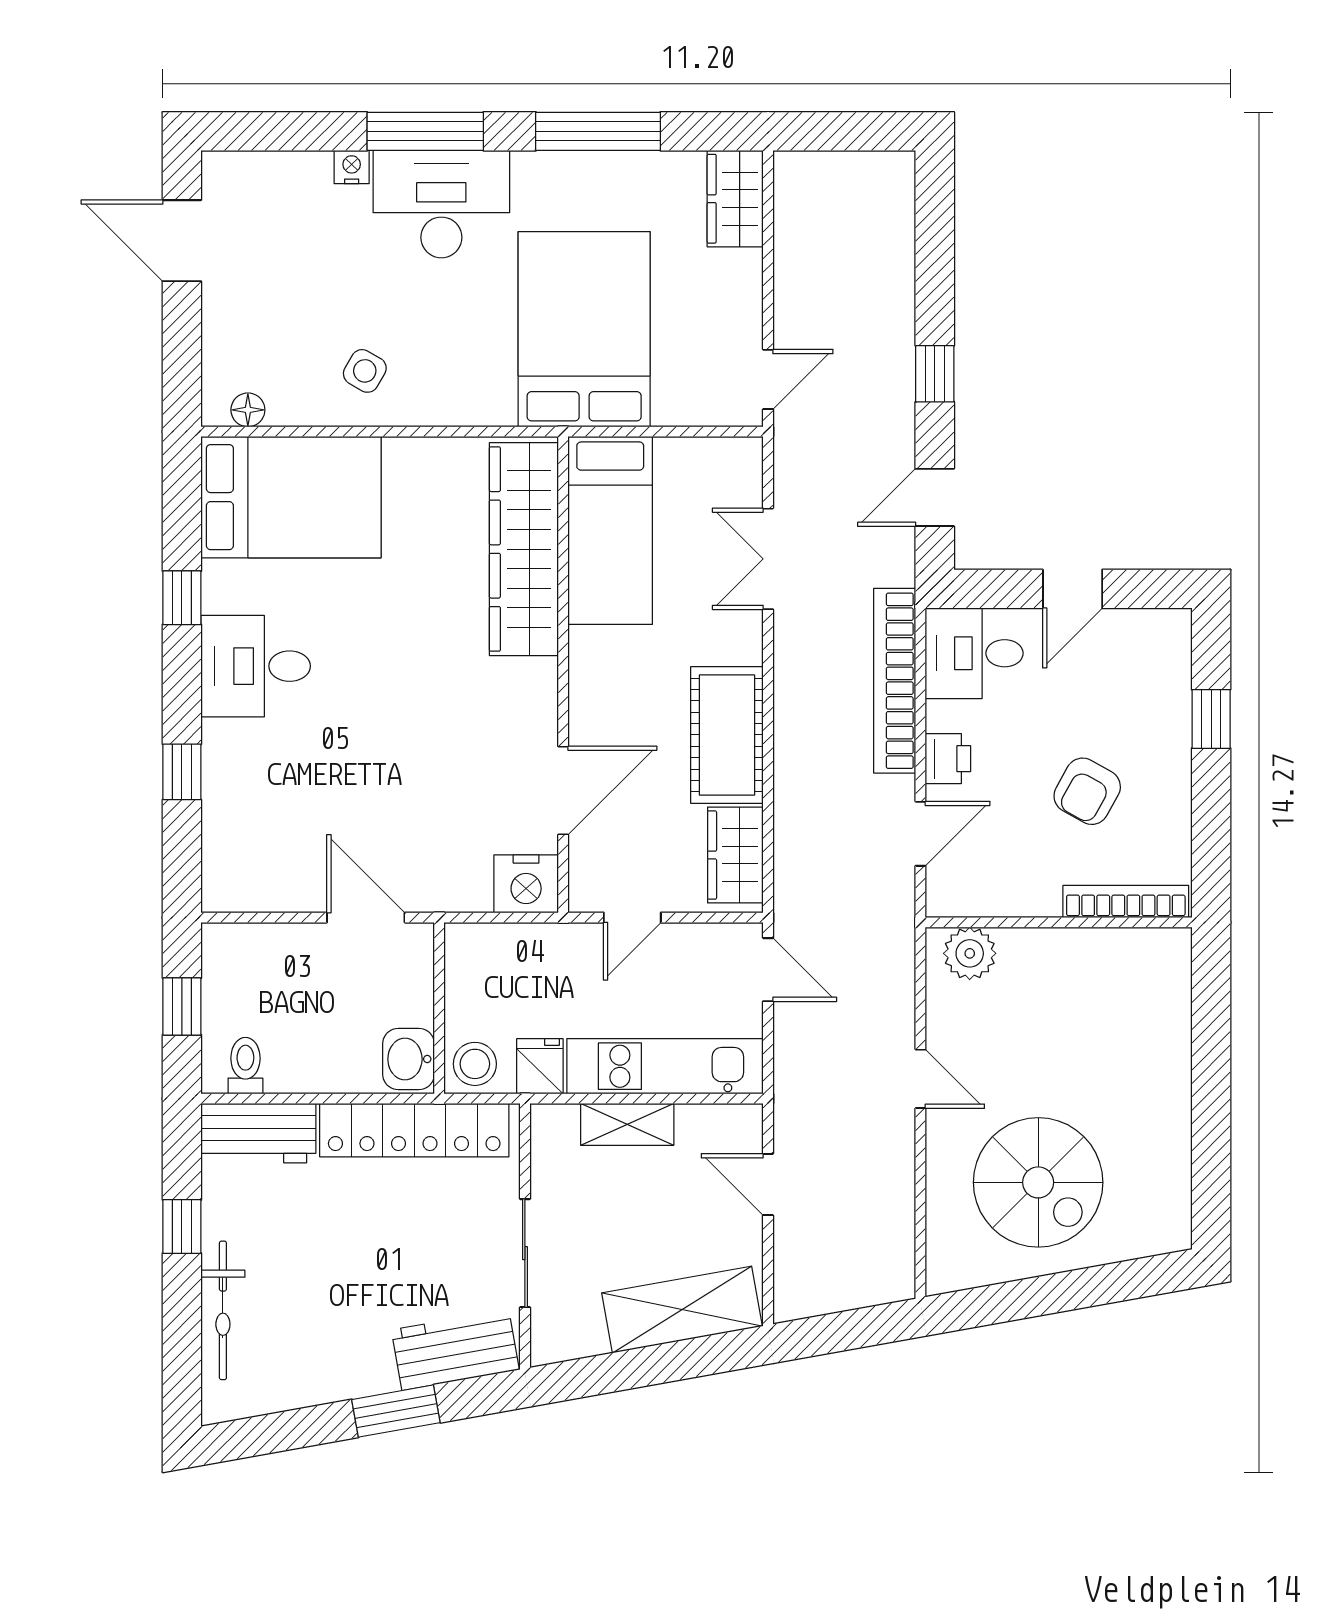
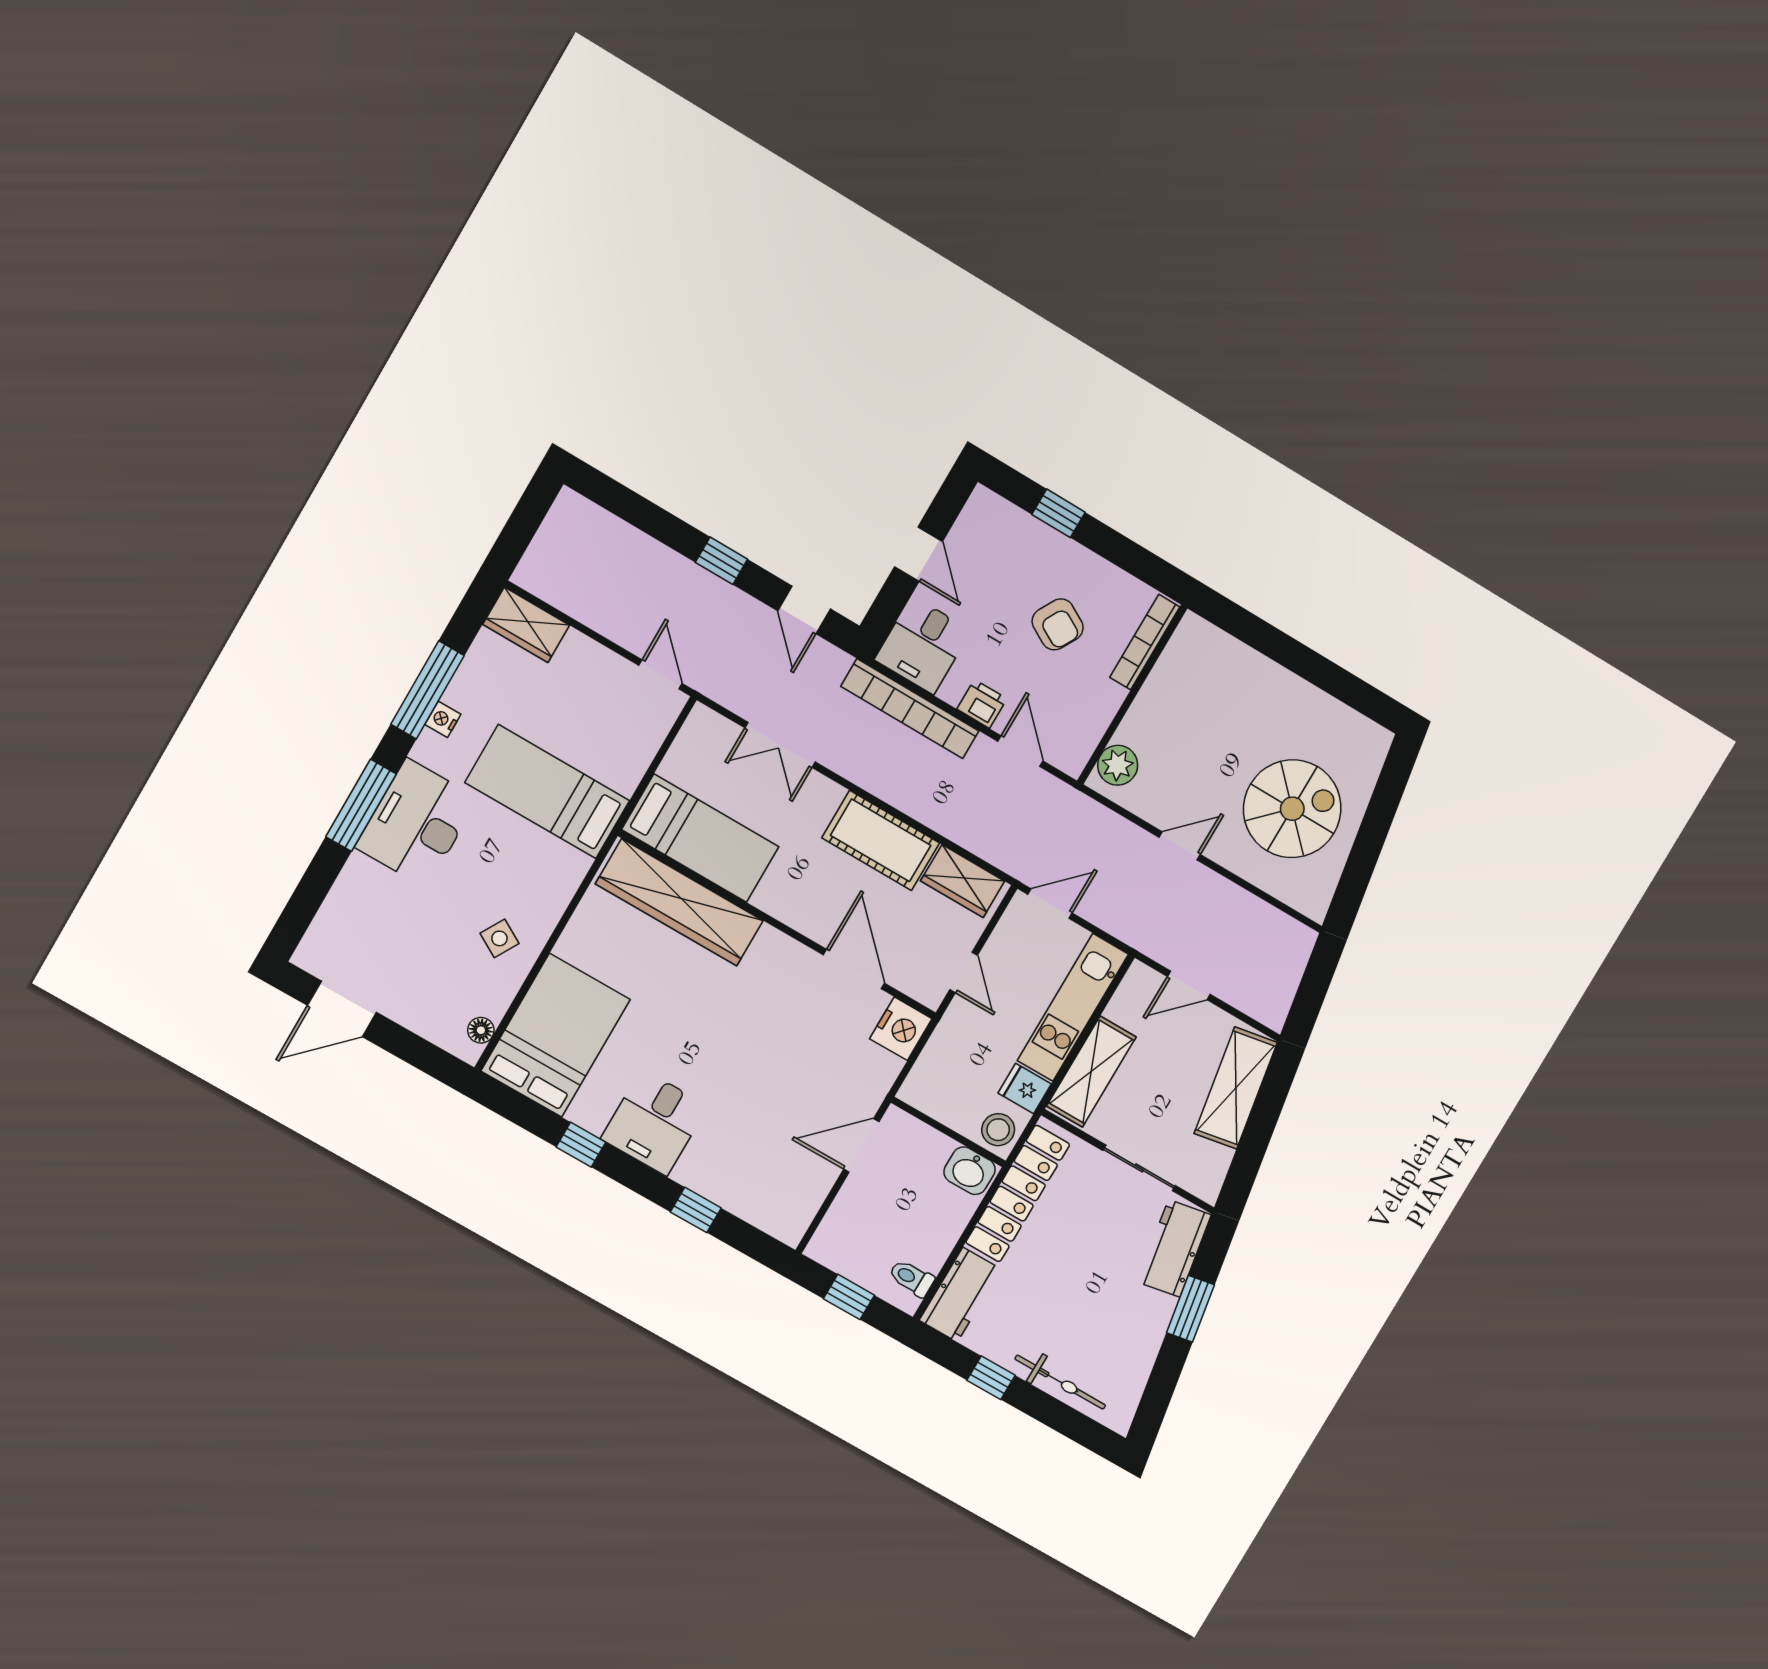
nightstand: (352, 167) -> (443, 719), moved
bed: (584, 329) -> (547, 792), width x0.67
shelving: (627, 1124) -> (1091, 1072), width x1.50, depth x1.33

